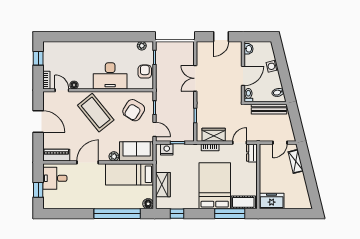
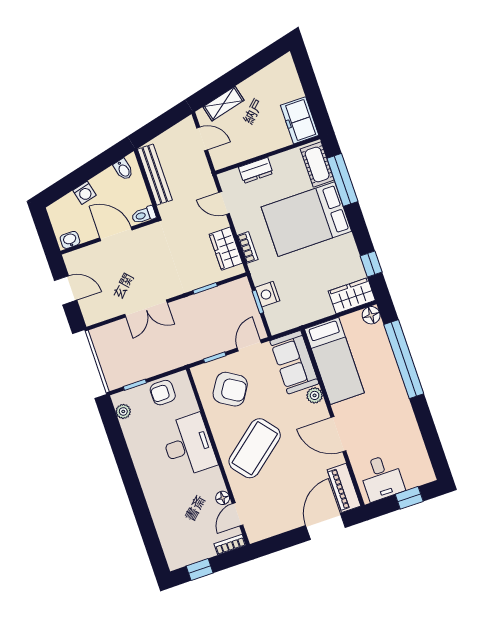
door: (38, 122) -> (325, 526), moved
nightstand: (167, 149) -> (267, 294), moved
dresser: (252, 153) -> (256, 170), moved
wardrobe: (163, 185) -> (352, 296), moved

